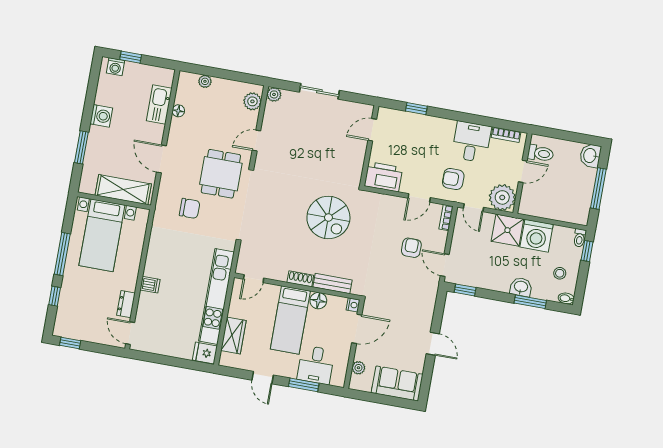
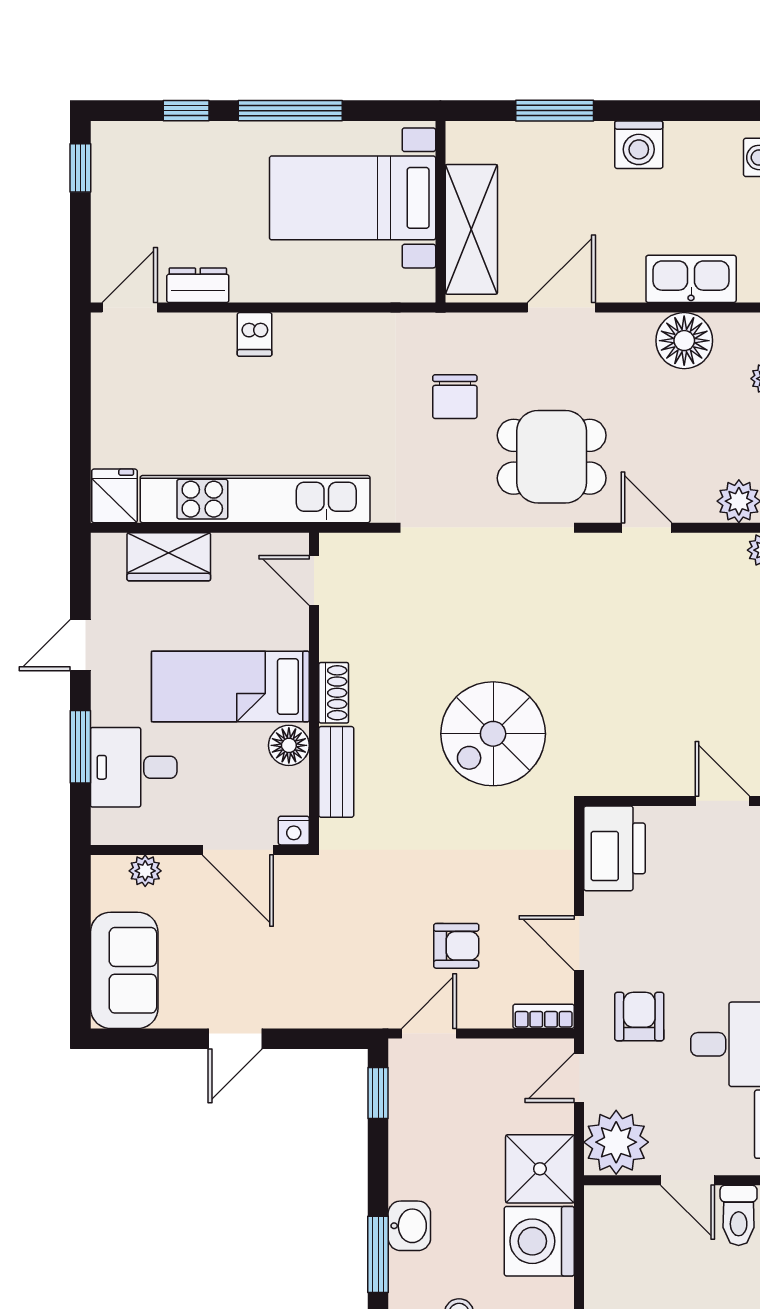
floor lamp: (178, 111) -> (684, 341), width x1.89, depth x1.89

